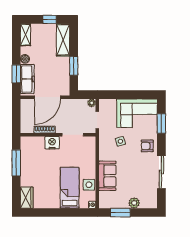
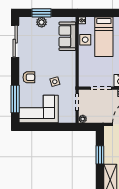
window: (161, 123) -> (15, 99), width x1.44
sliding door: (161, 172) -> (15, 41), moved
sofa: (107, 176) -> (67, 36), moved
window: (120, 213) -> (41, 13), moved

